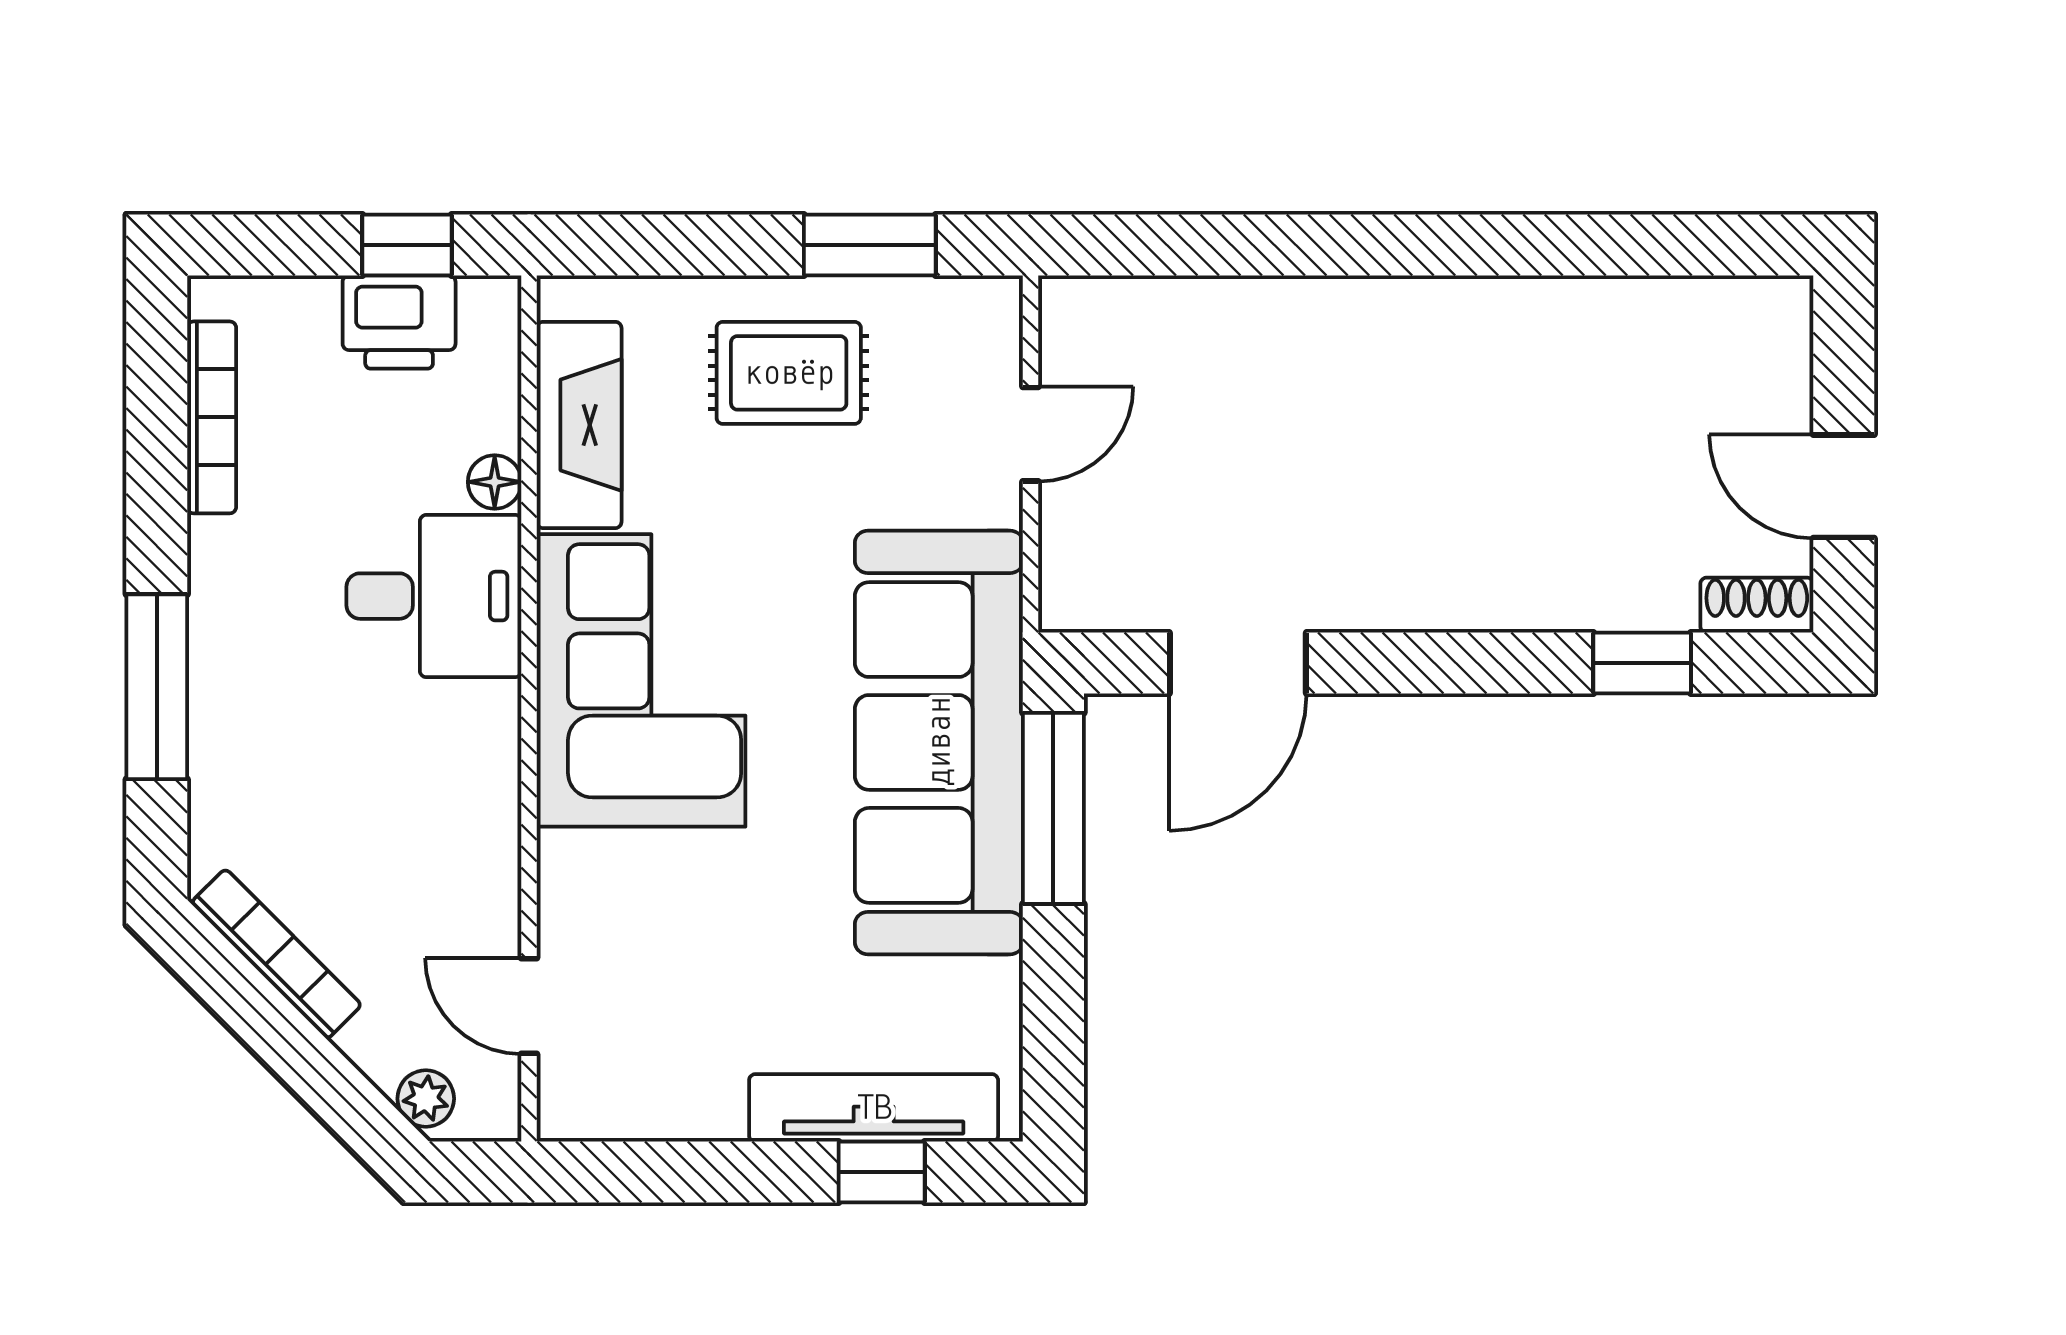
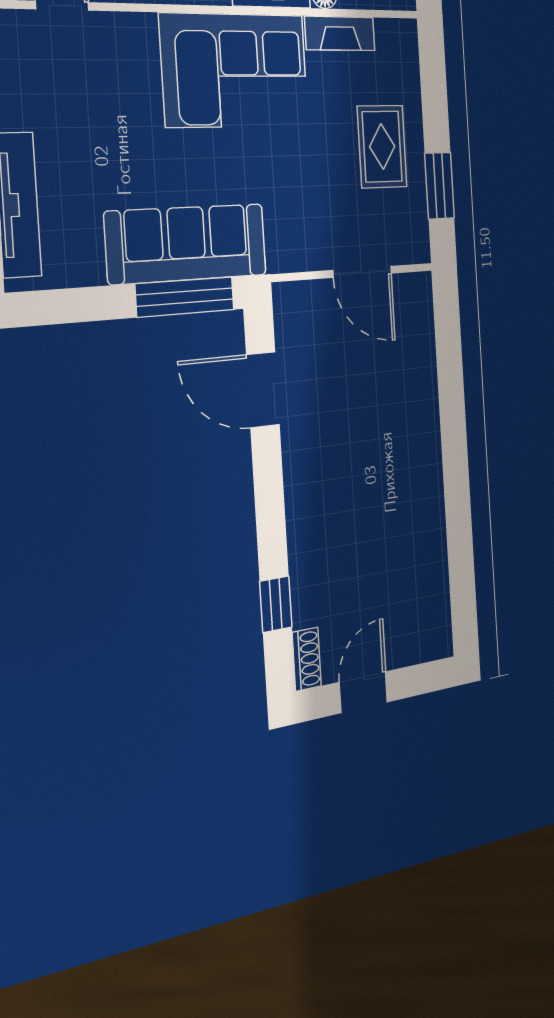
fireplace: (579, 425) -> (340, 33), width x0.73, depth x0.76
door: (1031, 434) -> (362, 272), width x1.38
sofa: (939, 742) -> (187, 244), width x0.74, depth x0.79

